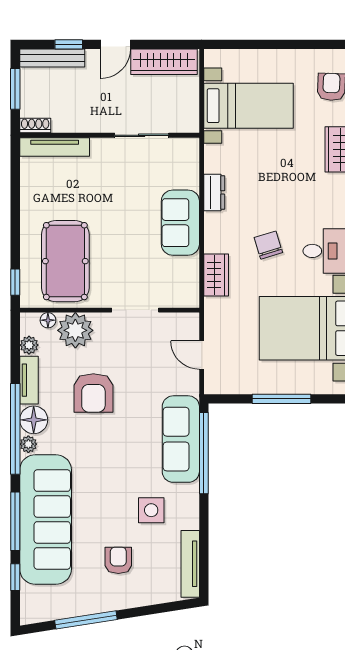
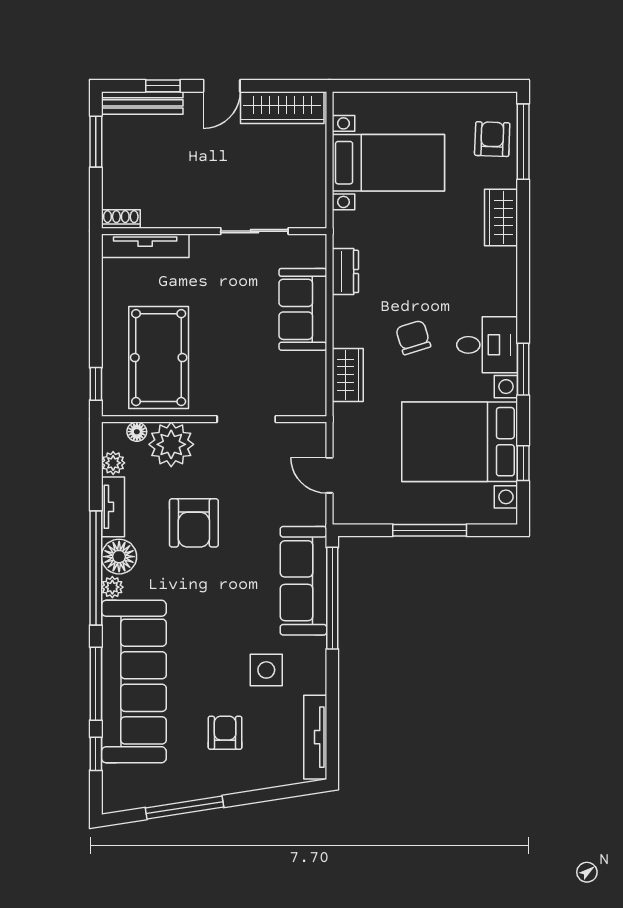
shoe rack: (35, 126) -> (121, 219), moved
wall: (110, 135) -> (214, 231), moved
sliding door: (142, 135) -> (254, 231), moved
tv unit: (55, 147) -> (145, 246), moved

